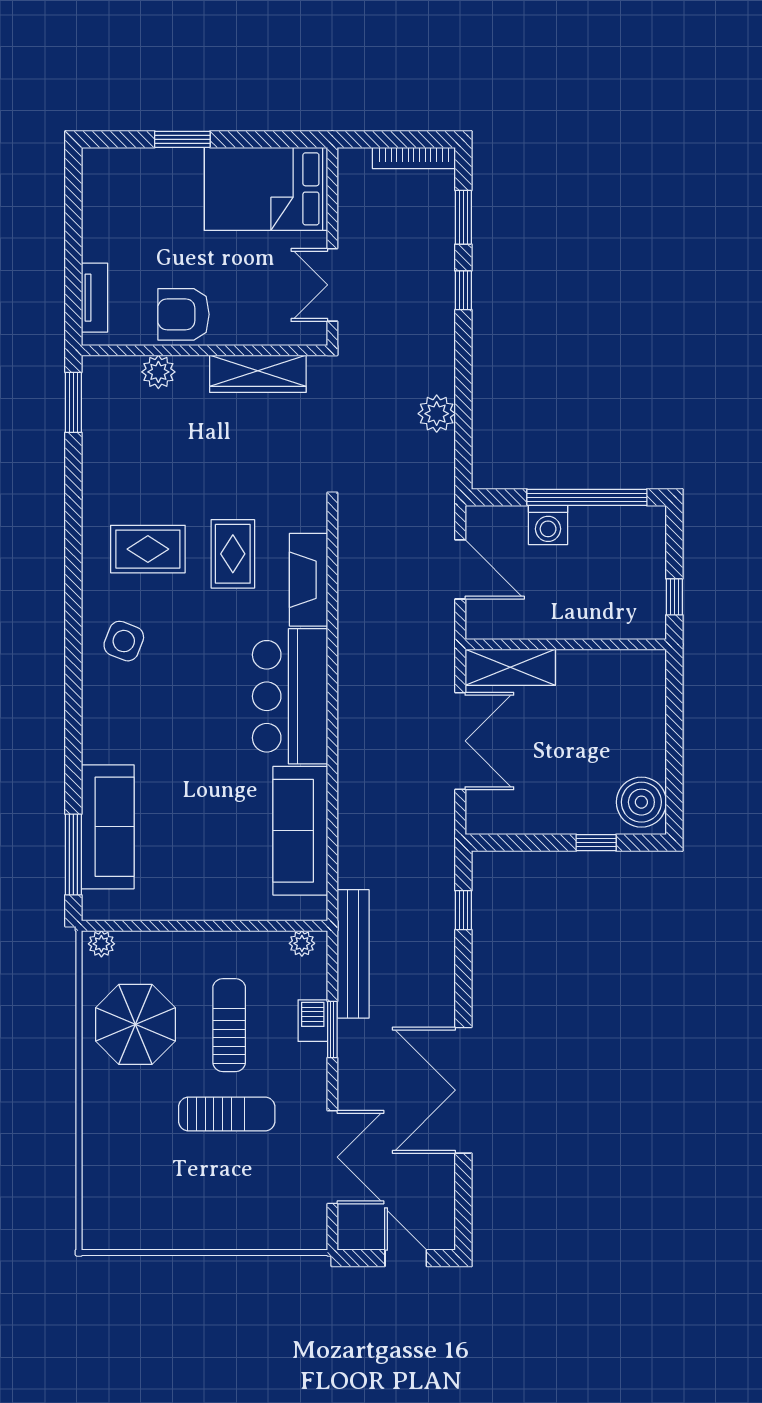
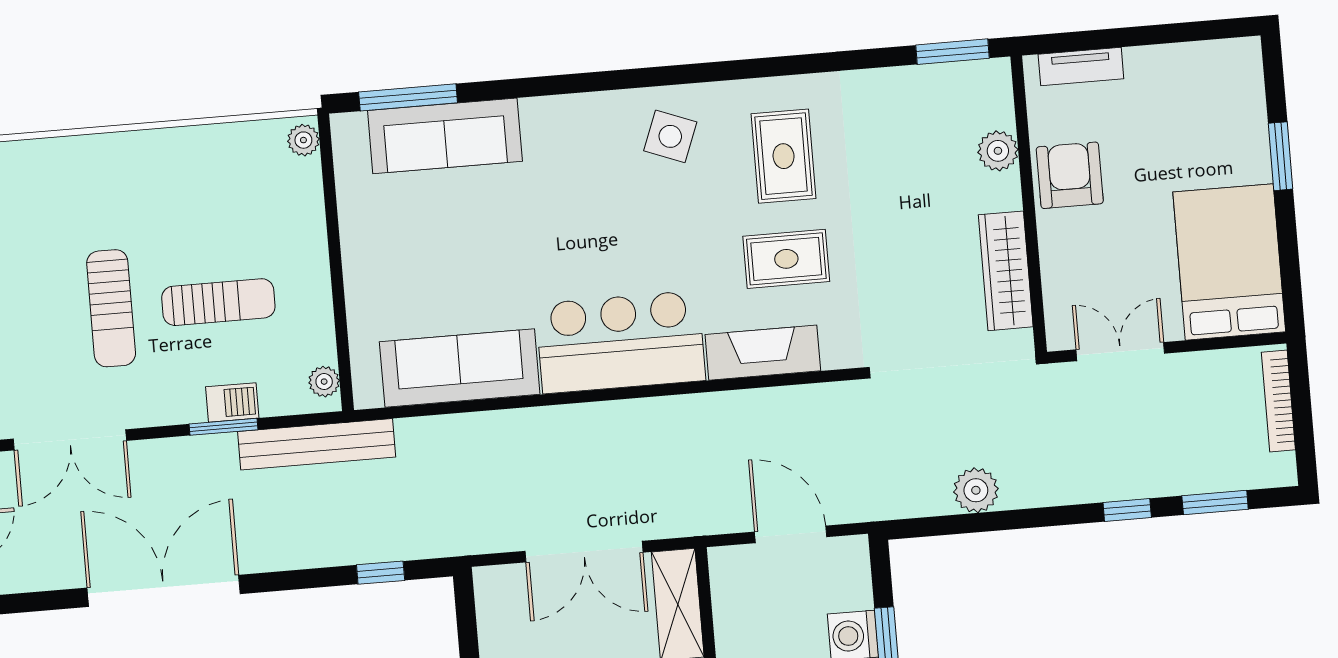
bookcase: (414, 158) -> (1278, 401), moved
door: (460, 569) -> (791, 534), swing flipped
parasol: (135, 1024) -> (210, 189), removed

